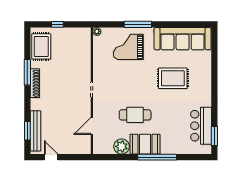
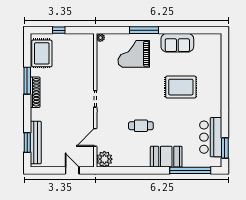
sofa: (183, 39) -> (177, 43), width x0.54, depth x0.79
cafe table: (135, 115) -> (141, 126), width x0.73, depth x0.74
booth: (145, 144) -> (166, 157), moved
plant: (122, 146) -> (104, 159), moved
door: (51, 157) -> (72, 170), moved
window: (157, 157) -> (190, 170), moved

